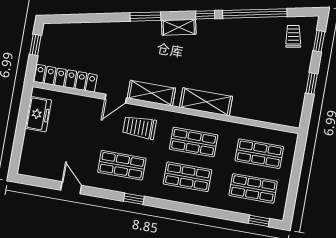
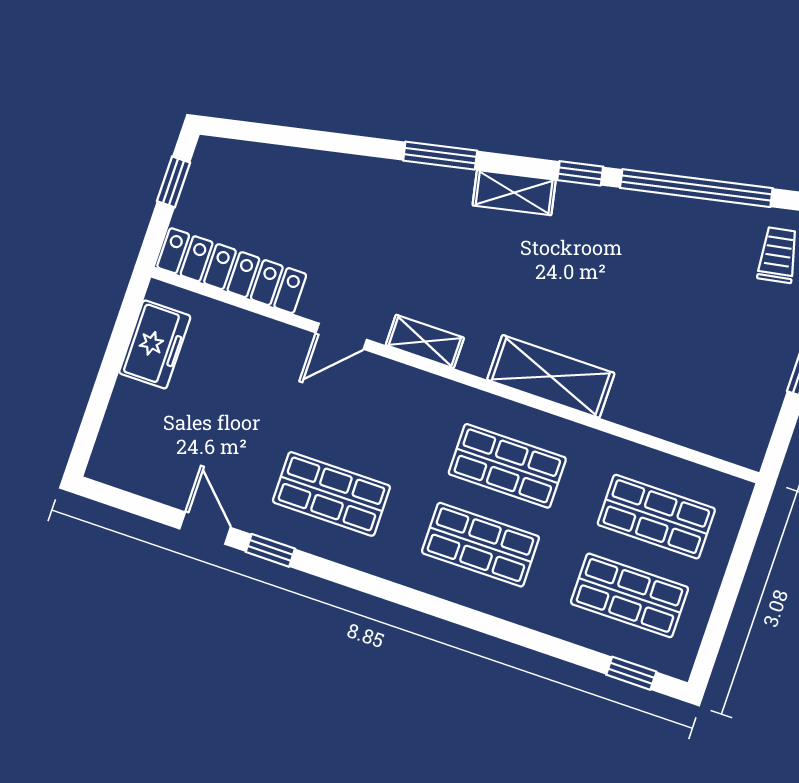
shelving: (151, 93) -> (425, 341), width x0.67, depth x0.75
trolley: (139, 127) -> (386, 412), removed
window: (134, 199) -> (270, 550), moved

